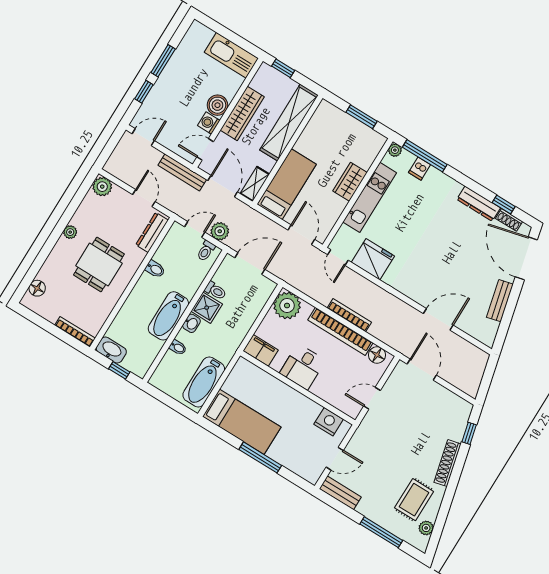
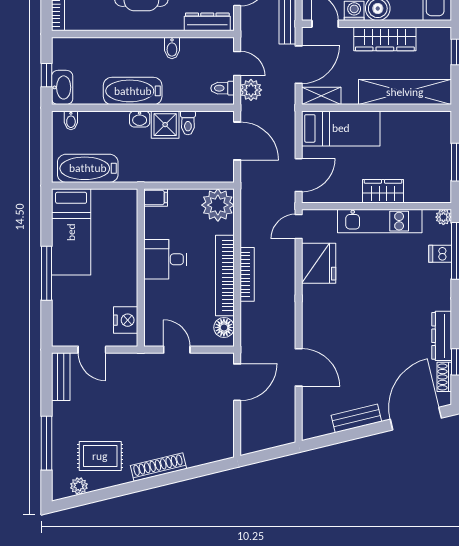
bidet: (178, 347) -> (71, 120), moved
washbasin: (111, 350) -> (62, 87), moved
filing cabinet: (261, 350) -> (156, 198), width x0.50
window: (469, 433) -> (202, 470), removed

